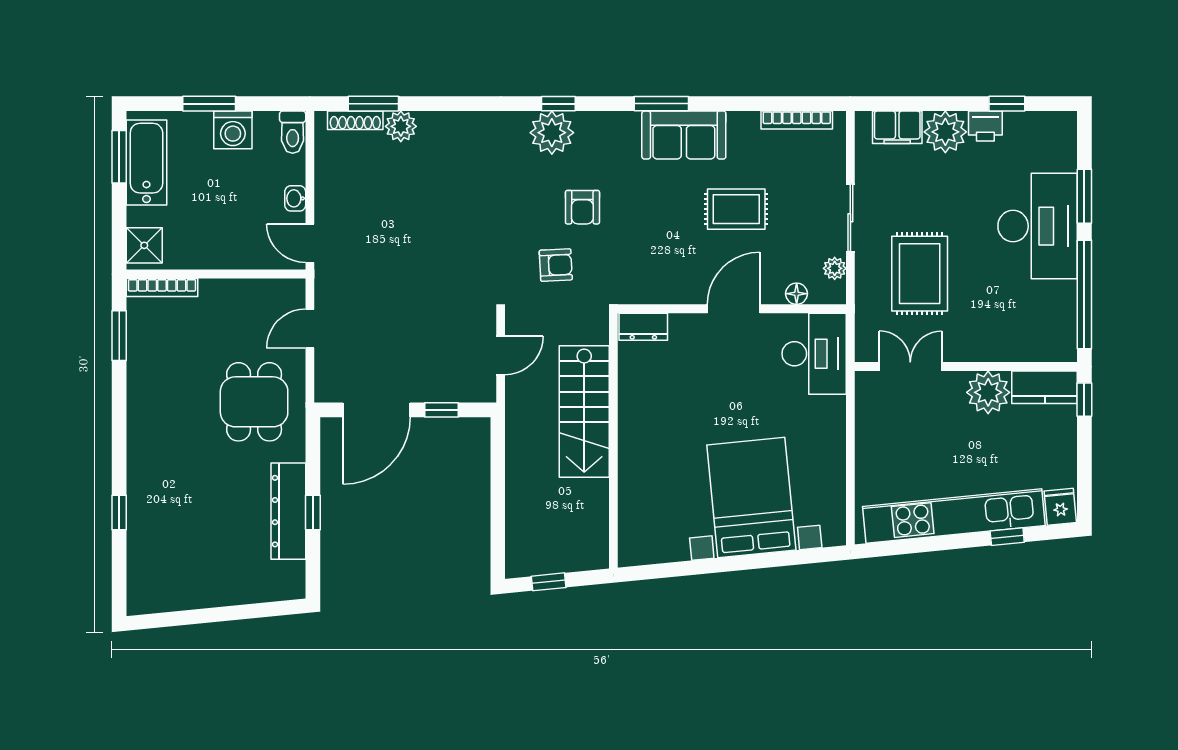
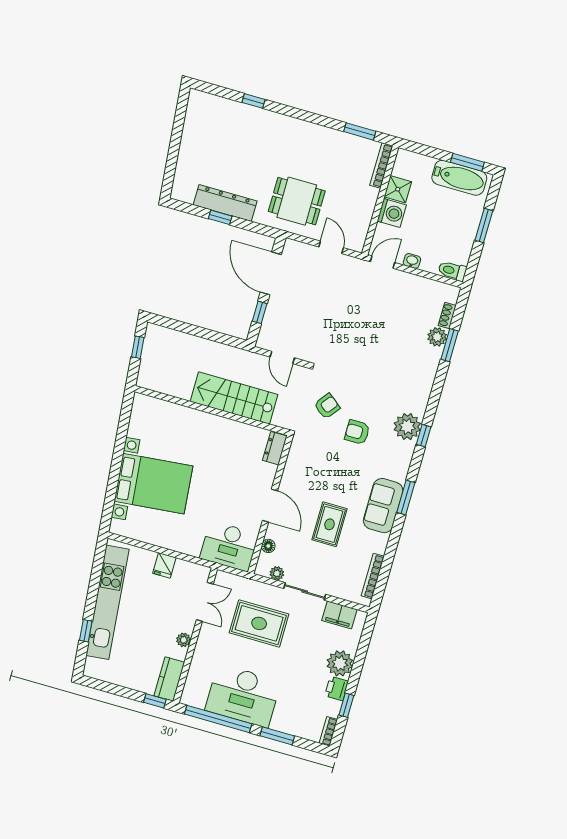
window: (373, 104) -> (450, 345), moved
shoe rack: (355, 120) -> (447, 316), width x0.70
bookcase: (1055, 120) -> (328, 731), added
filing cabinet: (897, 127) -> (339, 615), moved, turned -90
washing machine: (233, 130) -> (392, 213), moved, turned 180
desk: (1038, 226) -> (243, 696), moved
shower: (144, 245) -> (398, 189), moved
armchair: (556, 265) -> (327, 406), turned -139
plant: (988, 392) -> (184, 640), width x0.53, depth x0.53
fridge: (1060, 507) -> (164, 565), moved, turned 96

